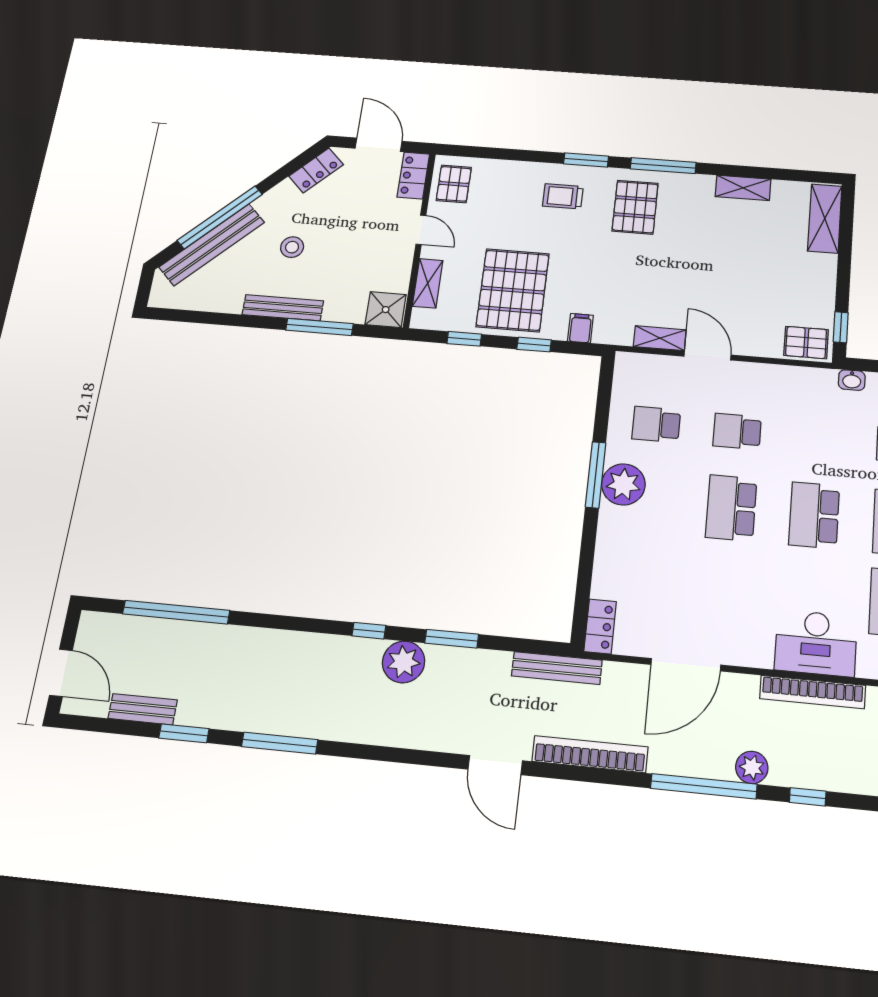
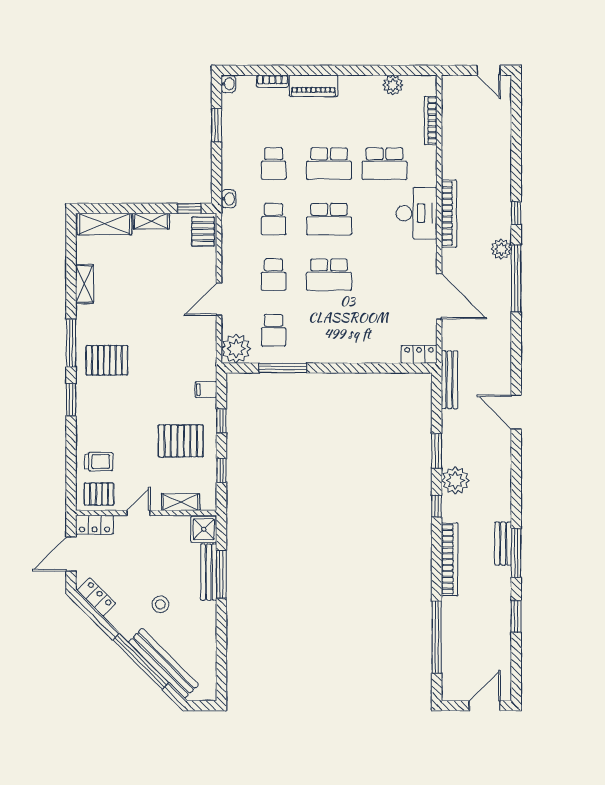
trolley: (563, 196) -> (99, 462), moved, turned -90
pallet: (513, 290) -> (181, 441), width x0.73, depth x0.71
bench: (283, 308) -> (209, 572), moved
shelving: (660, 338) -> (151, 221), moved, turned 90
school desk: (819, 438) -> (274, 219), added
window: (596, 475) -> (283, 368), moved
plant: (623, 484) -> (236, 349), moved
bench: (143, 709) -> (503, 544), moved
bookcase: (590, 754) -> (450, 559), moved, turned 180
door: (495, 765) -> (516, 412), swing flipped

